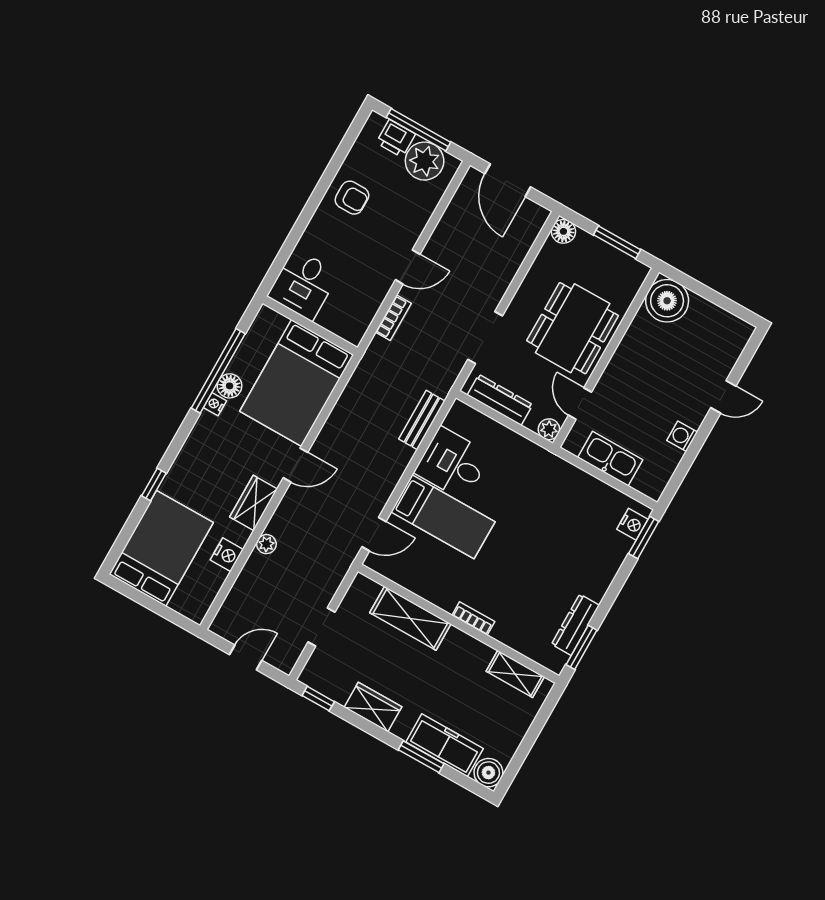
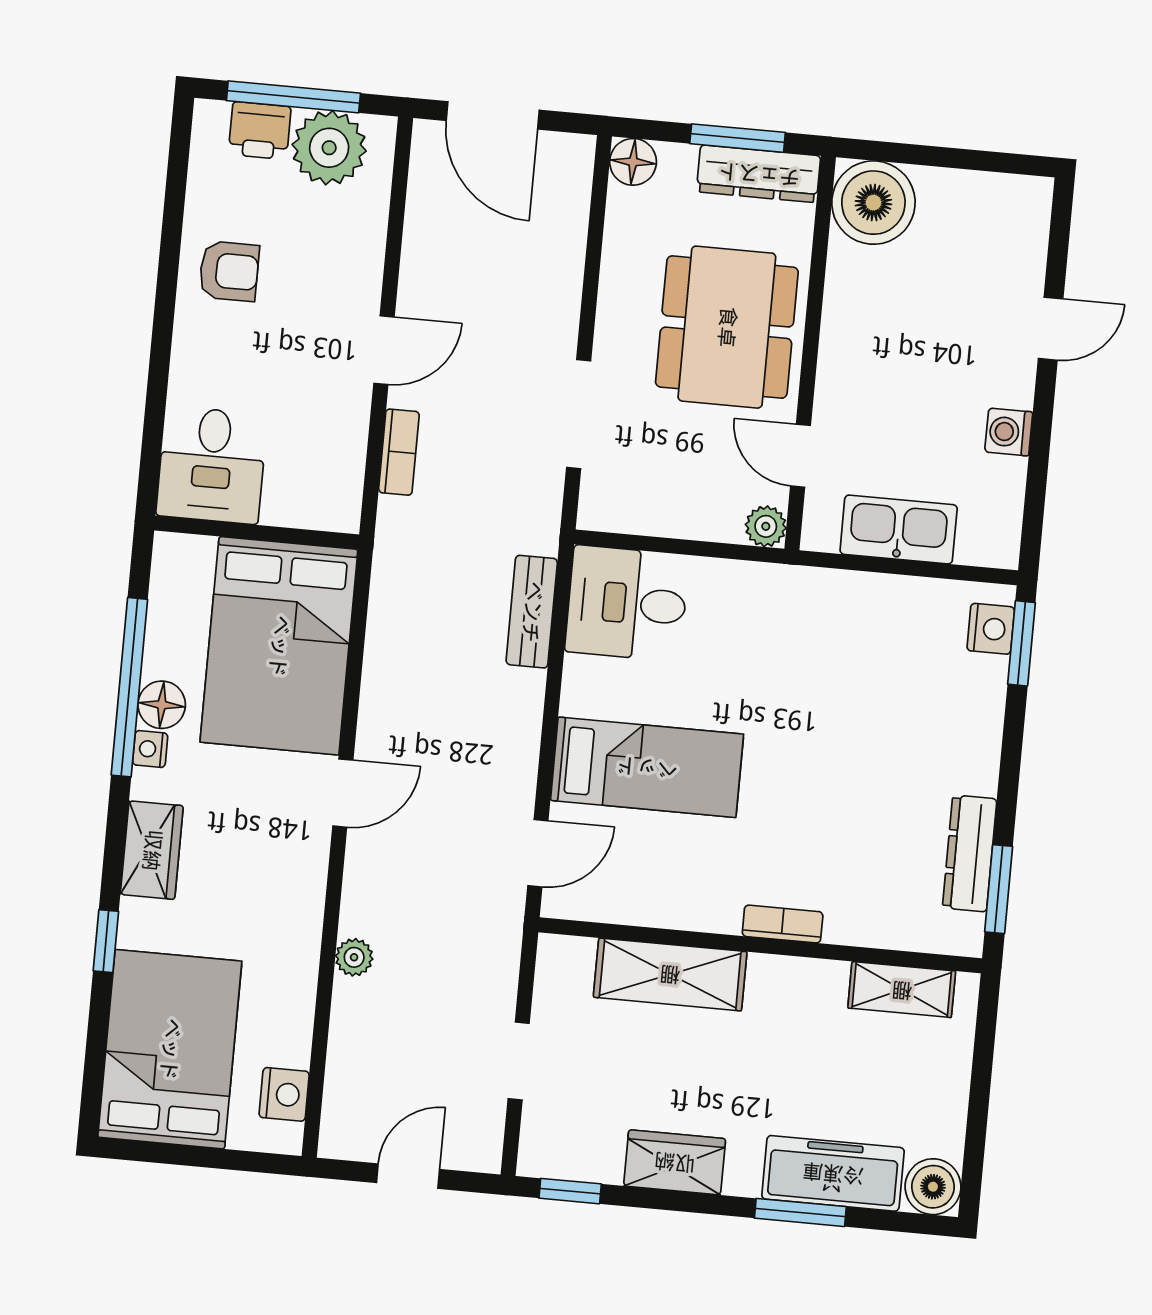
dresser: (500, 400) -> (759, 174), moved, turned 180
desk: (452, 464) -> (627, 603), moved
wardrobe: (254, 503) -> (152, 850), moved, turned 180
nightstand: (227, 555) -> (284, 1094), moved

